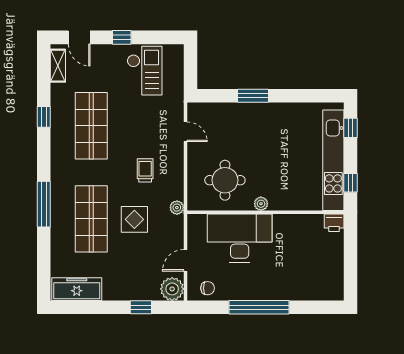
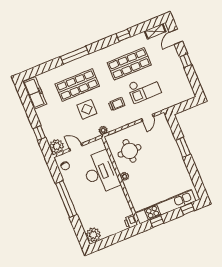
checkout: (145, 71) -> (144, 89), moved
plant: (331, 289) -> (93, 235), added

